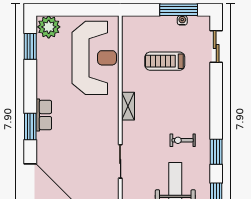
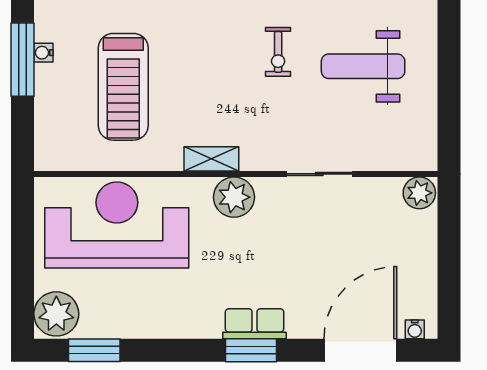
treadmill: (165, 61) -> (123, 87), width x1.37, depth x1.38
row of seats: (44, 115) -> (255, 324), moved
plant: (108, 118) -> (234, 197), added

